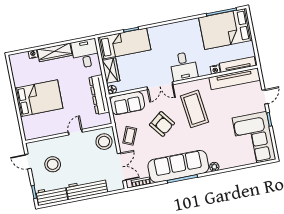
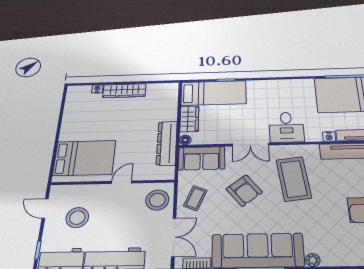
desk: (86, 53) -> (162, 97), removed
bed: (39, 98) -> (84, 158), moved

